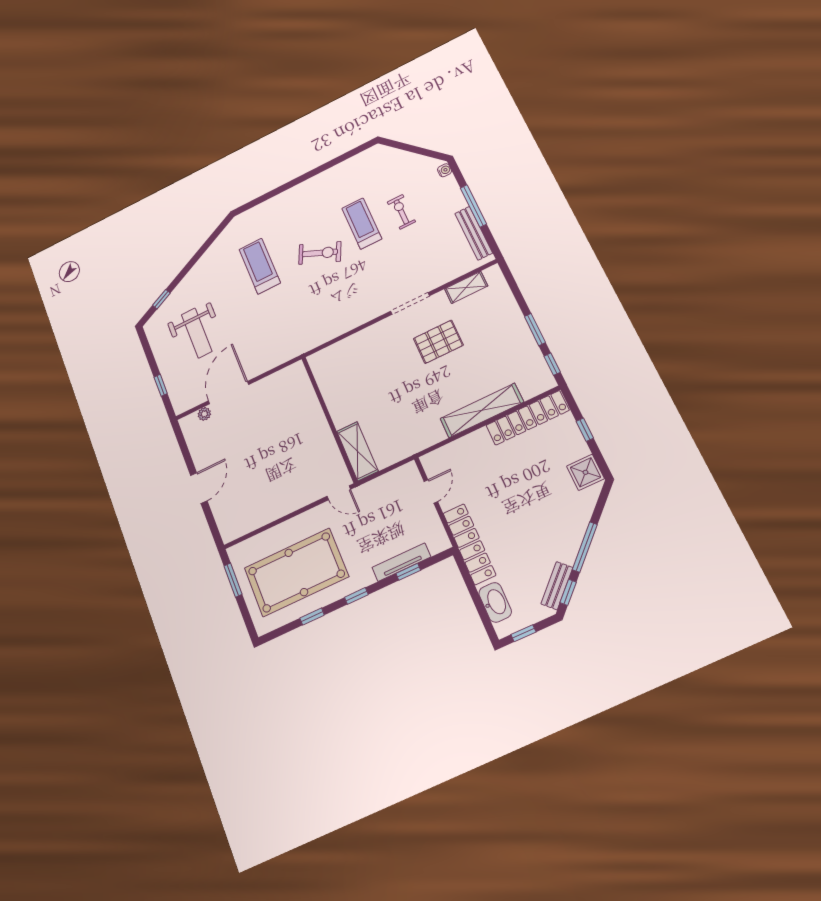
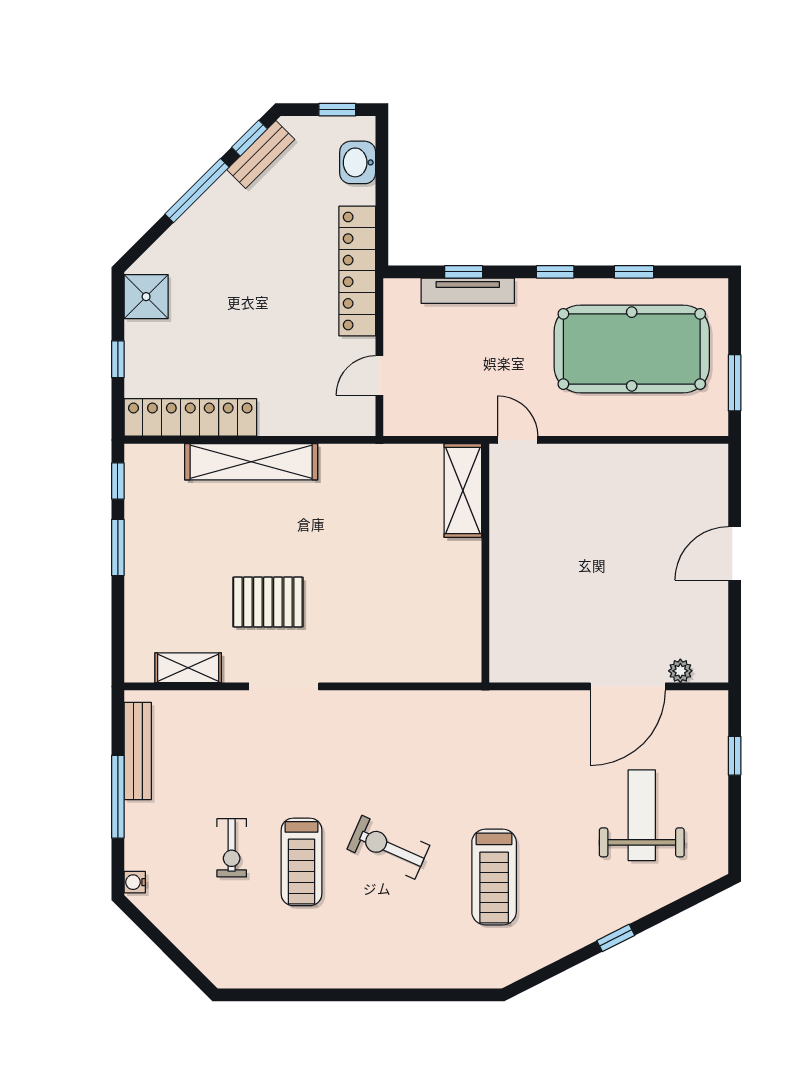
window: (161, 299) -> (616, 938), moved
washbasin: (495, 602) -> (358, 162), width x0.72

